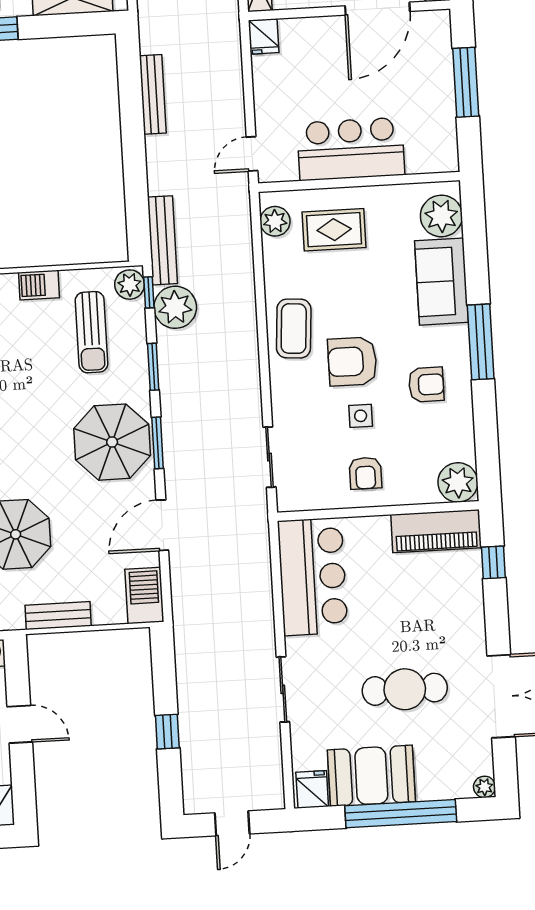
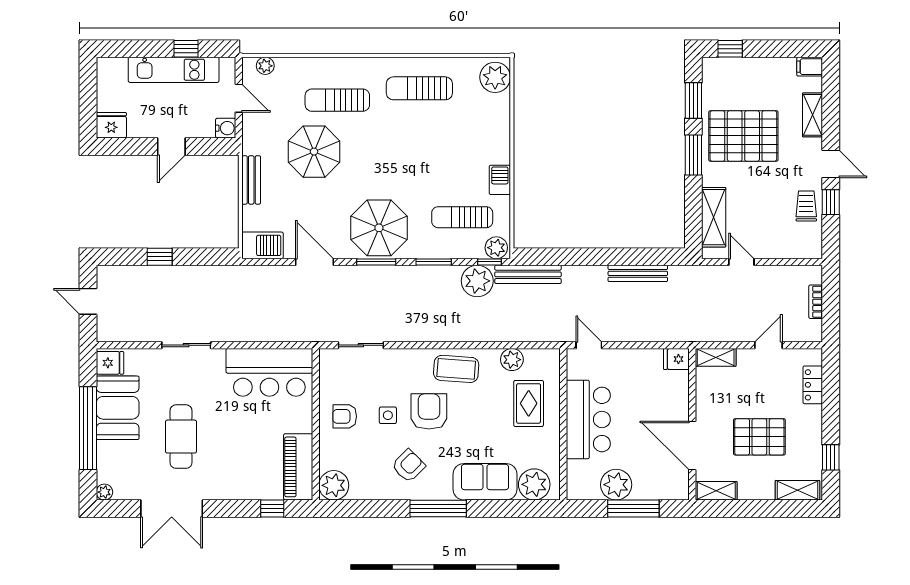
plant: (435, 107) -> (616, 485), added
plant: (275, 221) -> (512, 360), moved
armchair: (426, 385) -> (408, 466), turned -135

